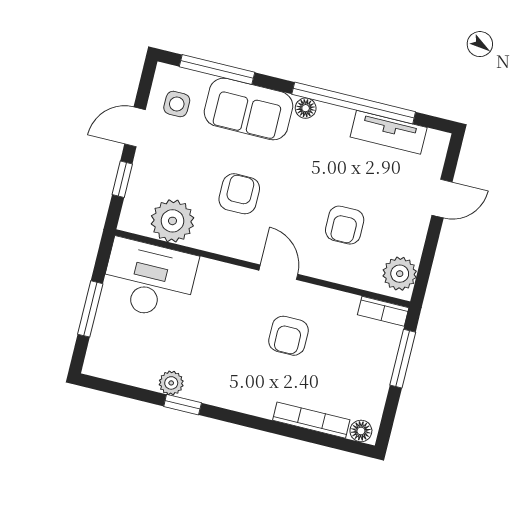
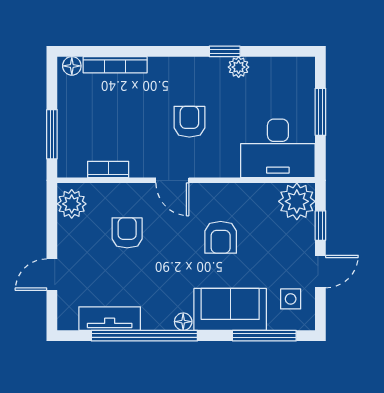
plant: (172, 221) -> (297, 201), moved
bookcase: (383, 311) -> (108, 170), moved
armchair: (289, 336) -> (189, 122), moved

